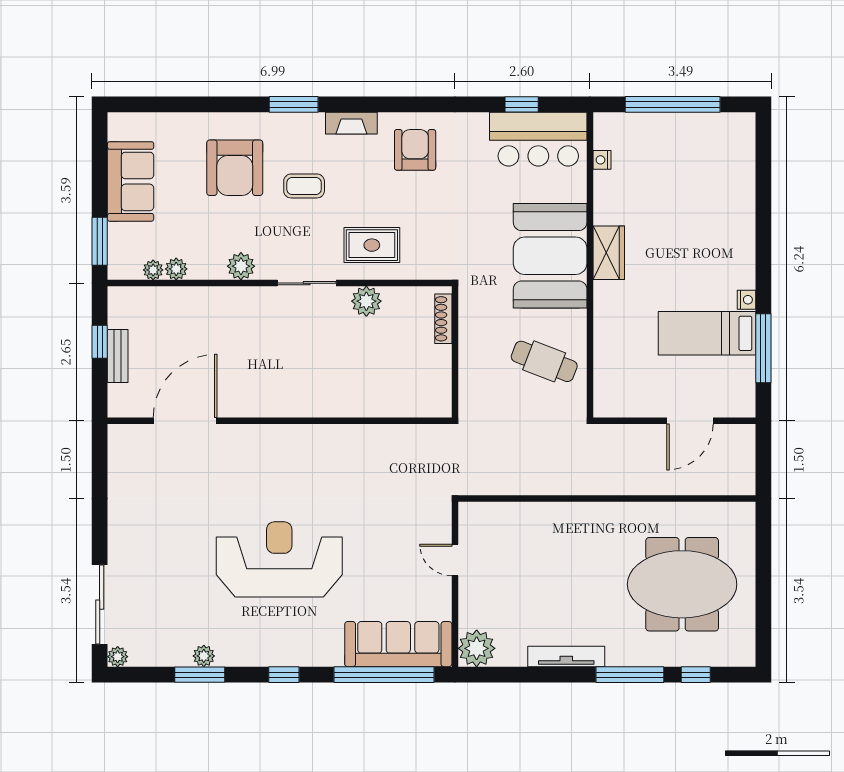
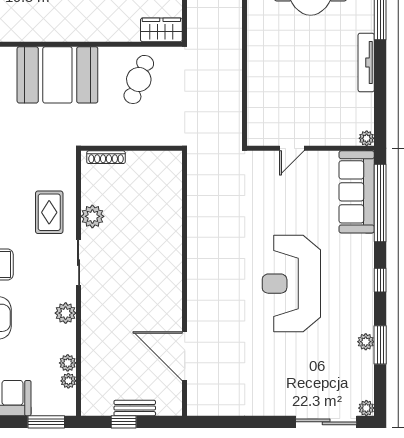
wardrobe: (609, 253) -> (161, 30), moved
plant: (477, 648) -> (367, 138), width x0.53, depth x0.53

